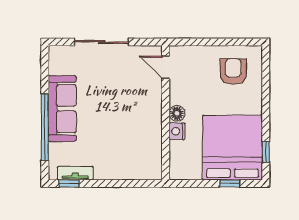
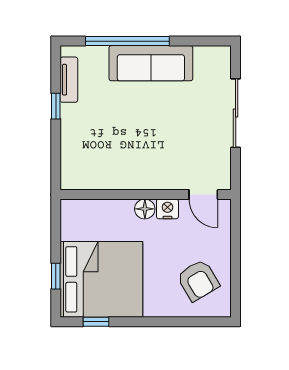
door: (166, 67) -> (203, 195), swing flipped
armchair: (233, 71) -> (198, 280), turned 59
nightstand: (177, 131) -> (167, 209), moved
window: (69, 183) -> (56, 106), moved

